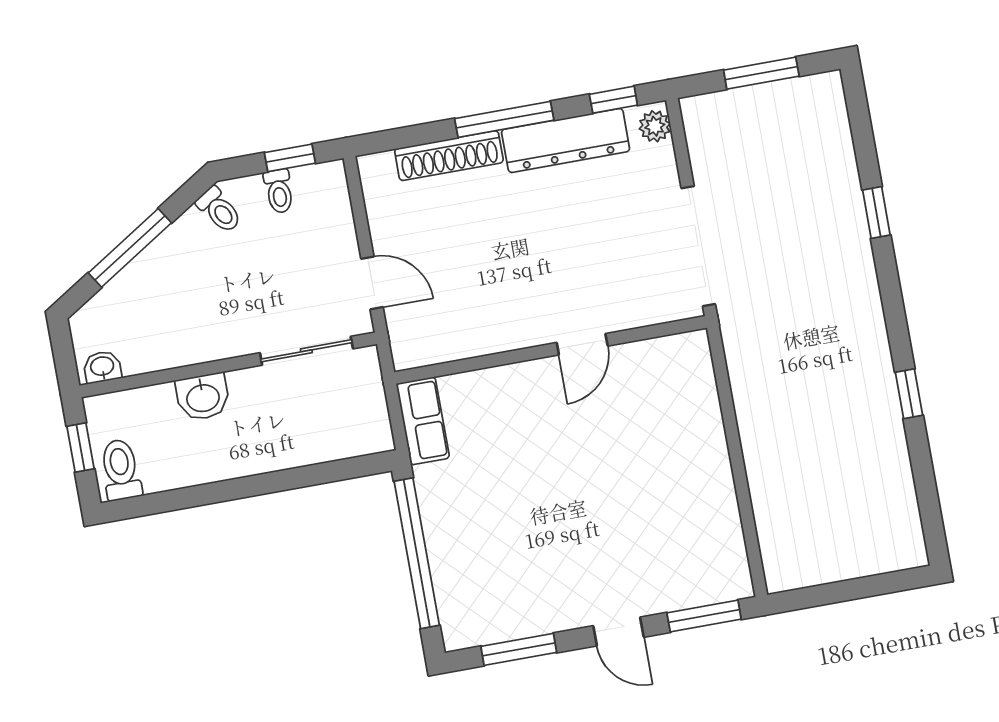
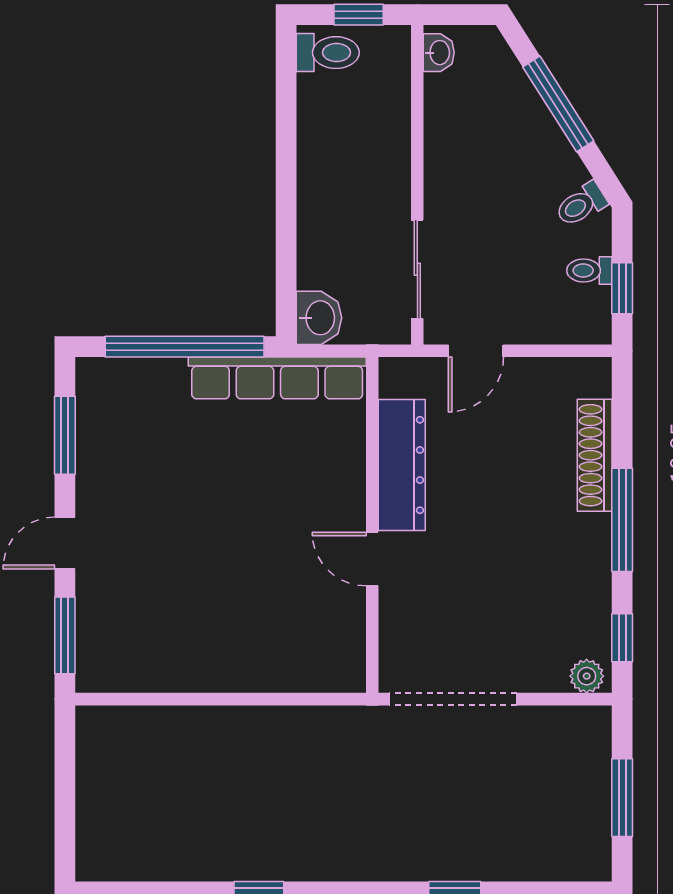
dresser: (566, 140) -> (402, 465), moved, turned 180
washbasin: (203, 397) -> (319, 318), moved, turned 180
row of seats: (423, 421) -> (277, 378), width x2.02

